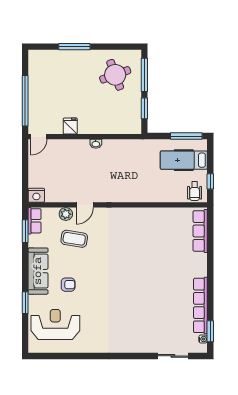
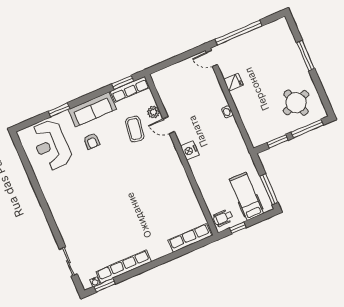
nightstand: (36, 195) -> (190, 151), moved
row of seats: (35, 221) -> (130, 89), width x1.48
reception desk: (55, 325) -> (51, 145), turned 180

